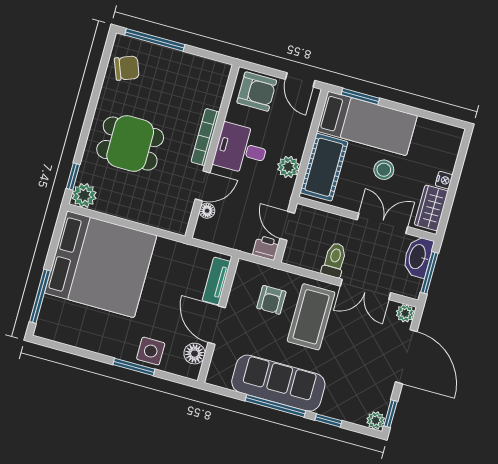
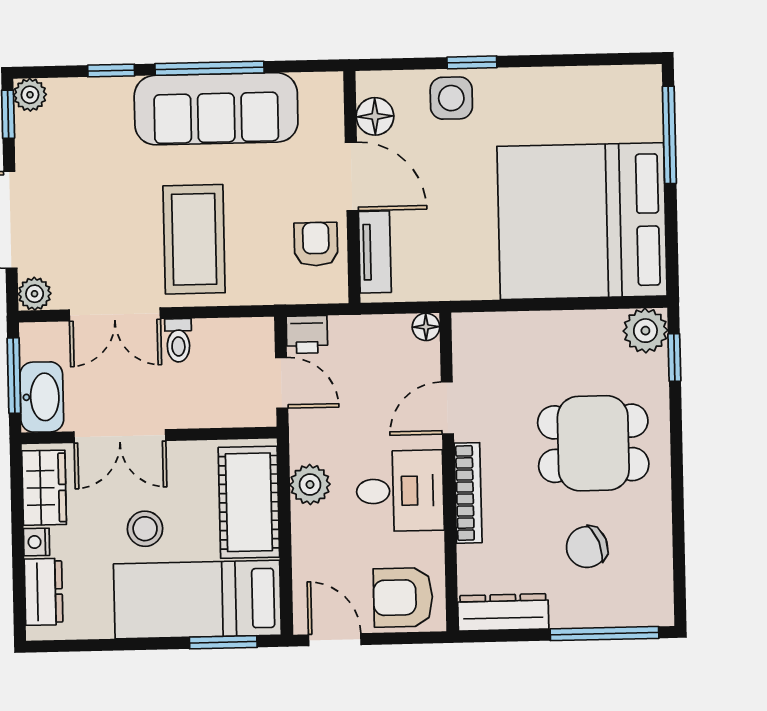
dresser: (206, 67) -> (503, 612), added
chair: (127, 68) -> (587, 547), moved
dresser: (448, 152) -> (43, 592), added
floor lamp: (207, 211) -> (426, 327), moved
toilet: (334, 260) -> (178, 340), width x0.73, depth x0.72
double door: (366, 289) -> (115, 314), swing flipped
armchair: (271, 300) -> (316, 244), moved
window: (134, 367) -> (472, 62), width x0.67

